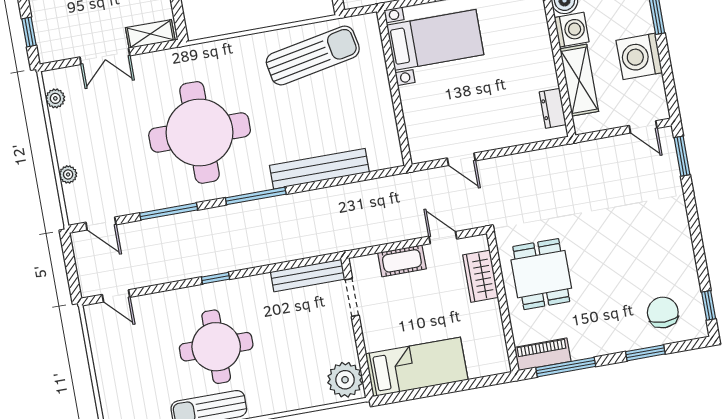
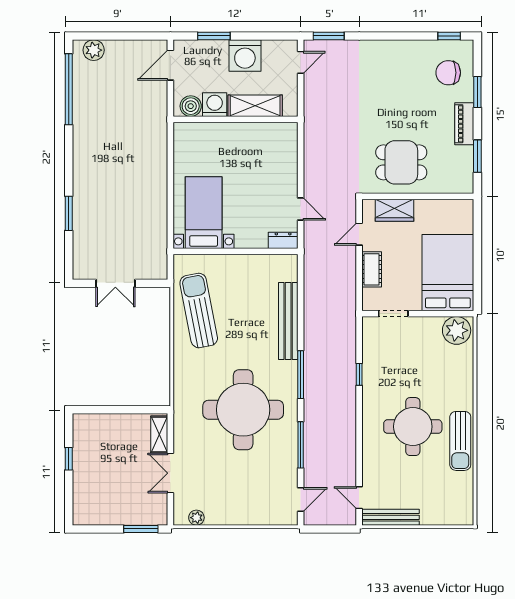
window: (29, 32) -> (141, 529), width x1.50
double door: (105, 56) -> (170, 473), swing flipped
dresser: (553, 108) -> (283, 240), moved, turned 180
door: (461, 159) -> (301, 209), hinge flipped
plant: (68, 174) -> (258, 518), removed
bench: (308, 275) -> (391, 517), moved, turned 90
window: (216, 278) -> (359, 374), moved
door: (116, 296) -> (359, 498), swing flipped
piano: (543, 354) -> (464, 124), moved
bed: (417, 367) -> (448, 273), width x1.50
window: (566, 367) -> (477, 156), width x0.69

